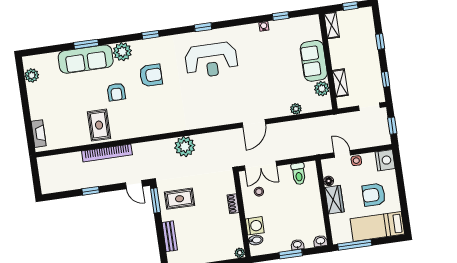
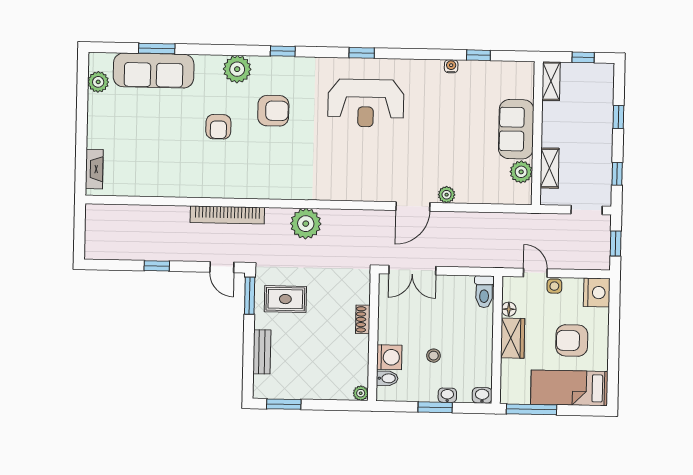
window: (86, 44) -> (157, 48), moved
sofa: (86, 59) -> (154, 70), moved
plant: (296, 109) -> (447, 195), moved
rug: (99, 125) -> (185, 171), removed
bookcase: (107, 153) -> (227, 215), moved
toilet: (299, 174) -> (484, 292), moved
stool: (259, 192) -> (434, 356), moved

